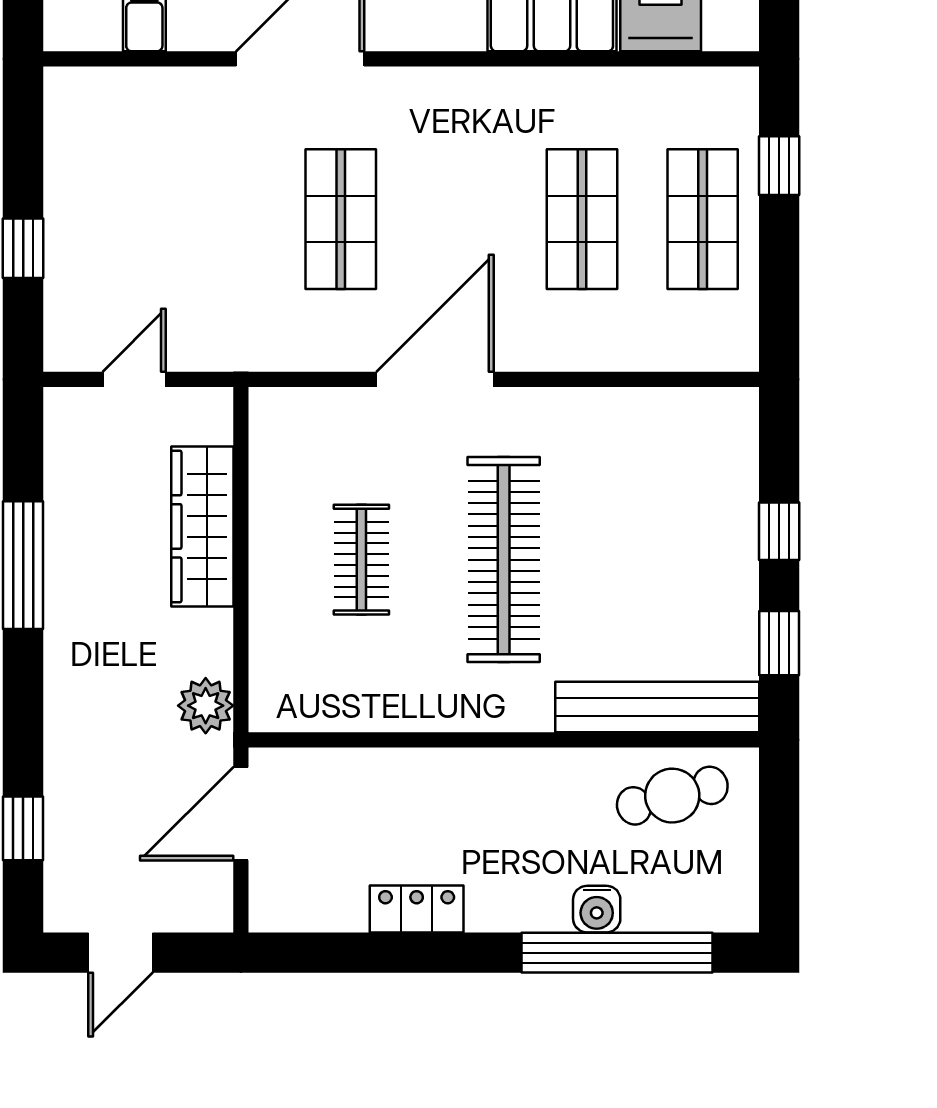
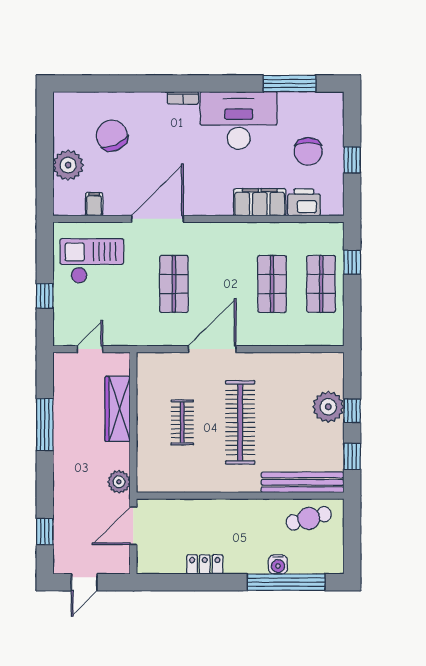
checkout: (139, 162) -> (92, 261), added
plant: (720, 521) -> (328, 407), added

